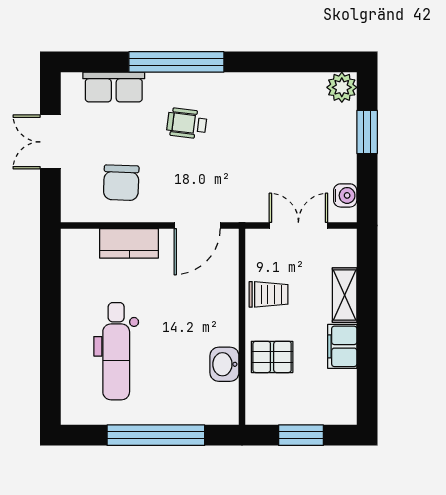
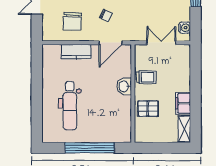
chair: (188, 171) -> (106, 15), added
shelving: (345, 295) -> (184, 129), moved
washbasin: (224, 364) -> (124, 86), moved
window: (301, 435) -> (162, 148), removed

